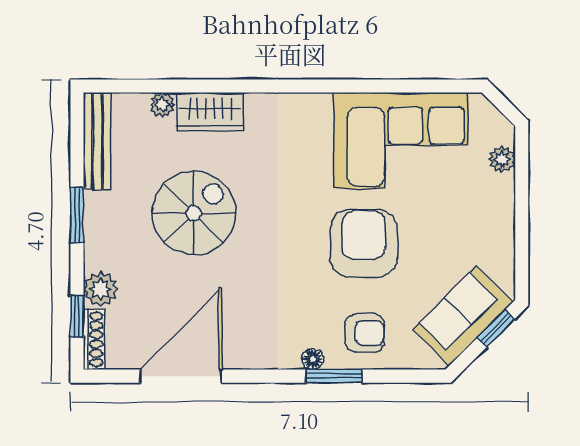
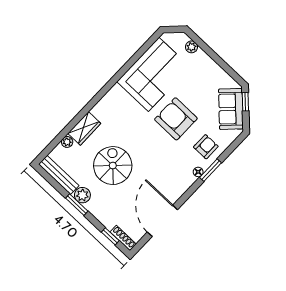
plant: (101, 289) -> (82, 195), moved

